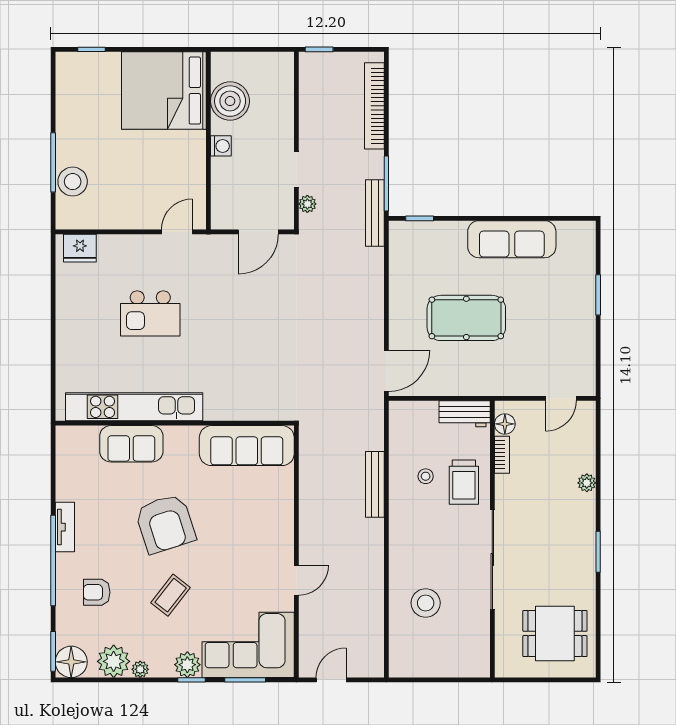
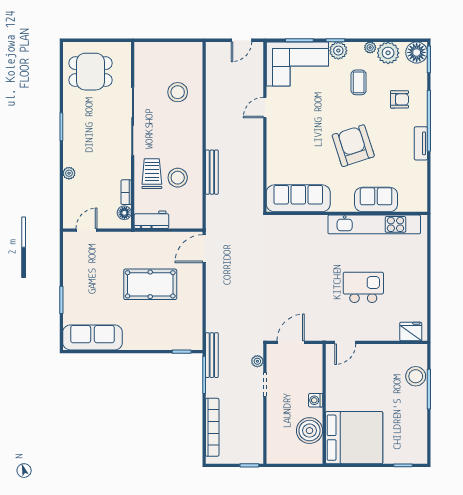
sofa: (512, 239) -> (93, 337), moved
stool: (426, 476) -> (178, 178), width x1.89, depth x1.89
coffee table: (171, 595) -> (359, 82), moved, turned -38

